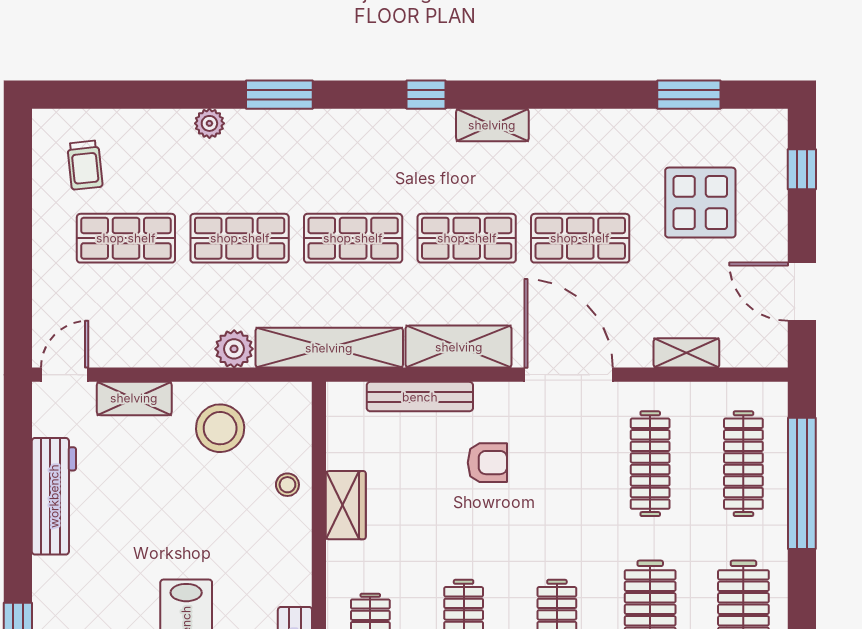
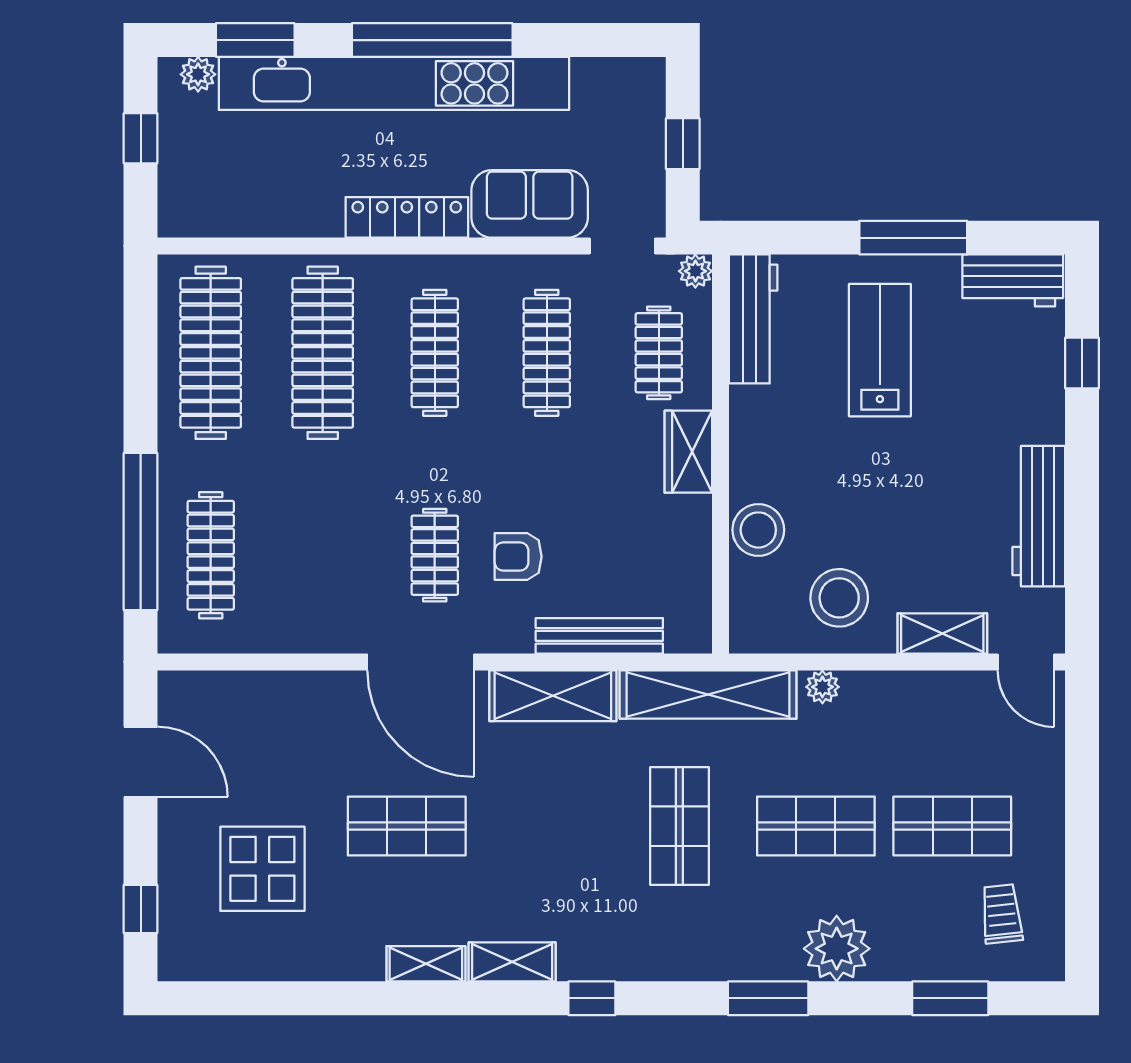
window: (689, 95) -> (950, 998), moved
plant: (209, 123) -> (837, 949), width x1.87, depth x1.87
shop shelf: (353, 238) -> (679, 826), turned 90
shop shelf: (467, 238) -> (543, 826), removed
plant: (234, 349) -> (822, 687), width x0.73, depth x0.73
shelving: (686, 353) -> (426, 964), moved
door: (65, 375) -> (1026, 662), hinge flipped
clothes rail: (650, 464) -> (435, 555), moved, width x0.73
stool: (287, 485) -> (758, 530), width x1.89, depth x1.89
wardrobe: (346, 505) -> (688, 452), moved

